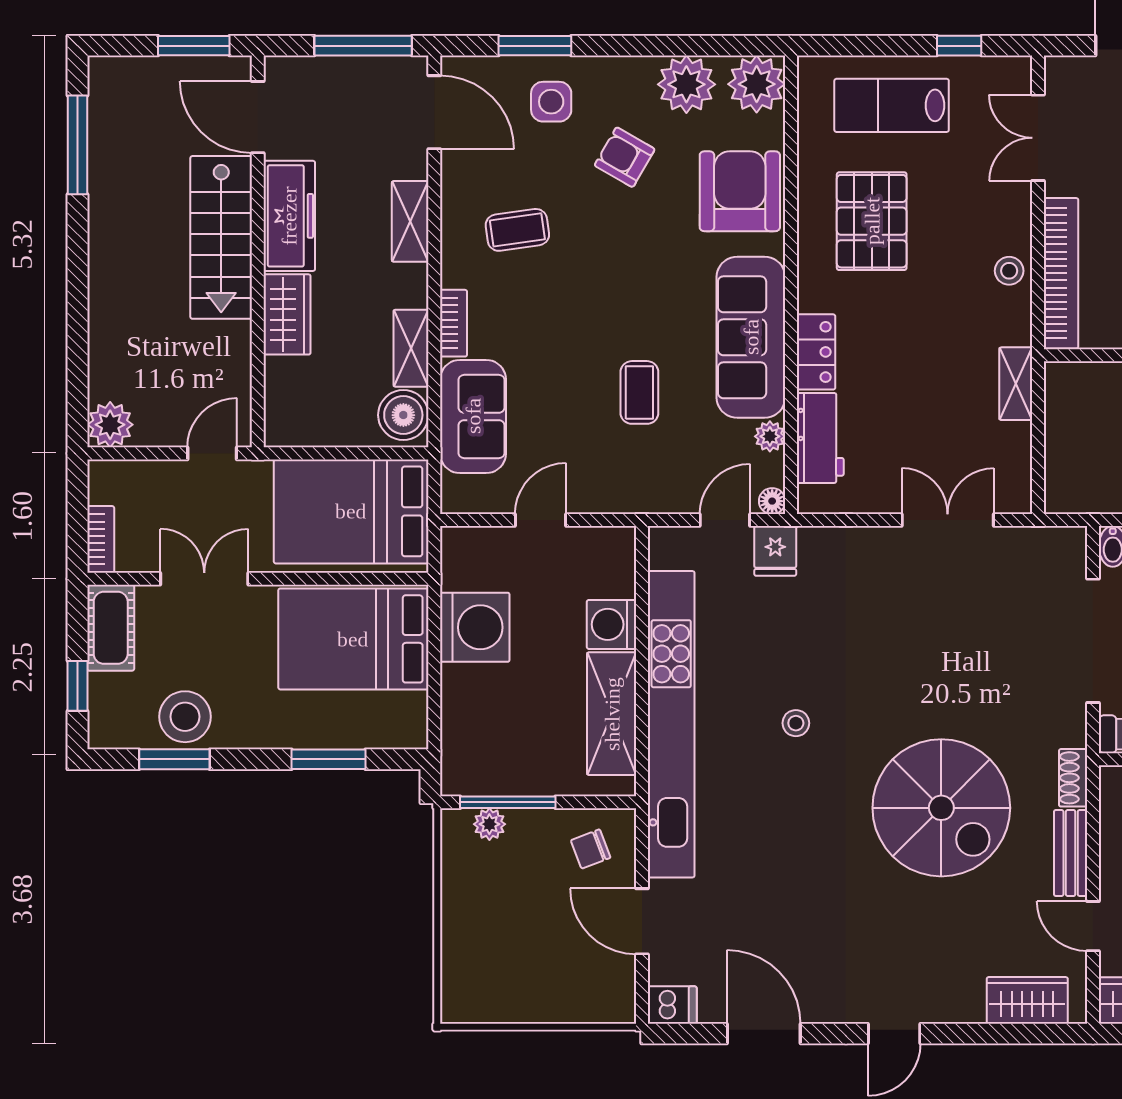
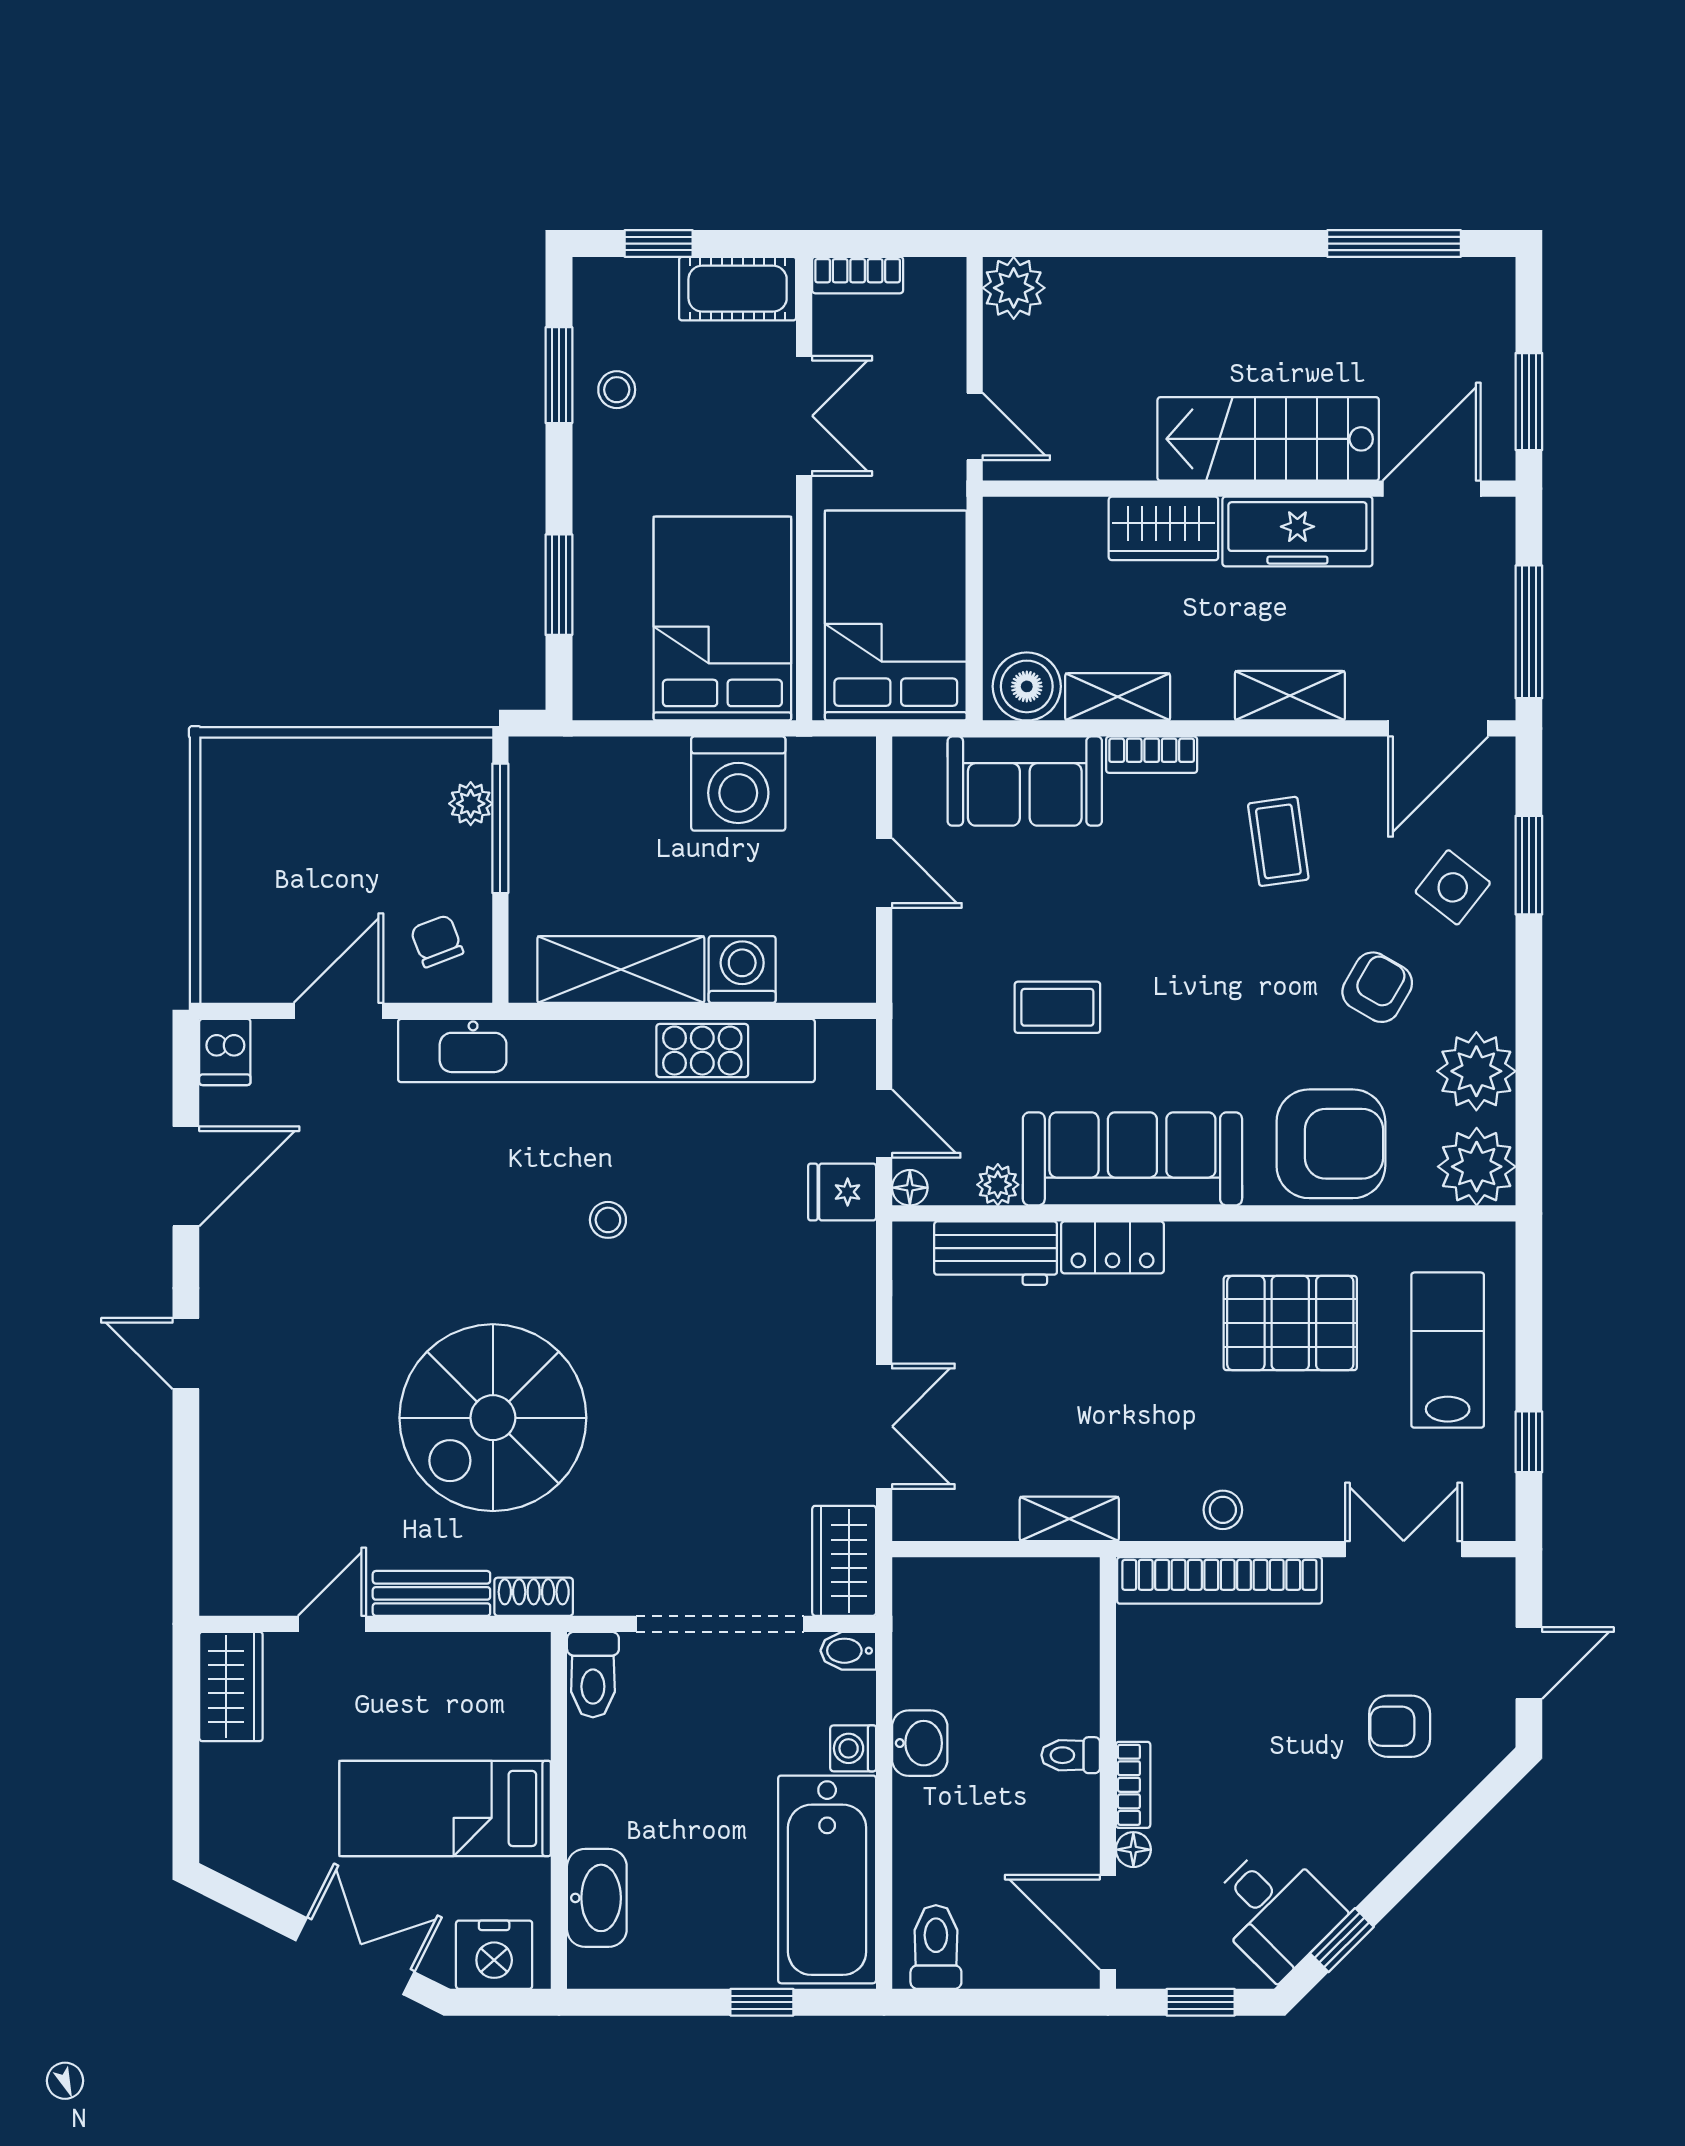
side table: (551, 102) -> (1453, 887), turned 38
stool: (185, 717) -> (617, 390), width x0.53, depth x0.53
wardrobe: (1027, 1000) -> (844, 1561), moved, turned 180

